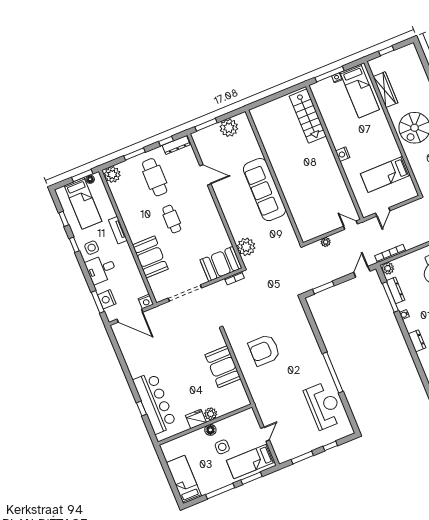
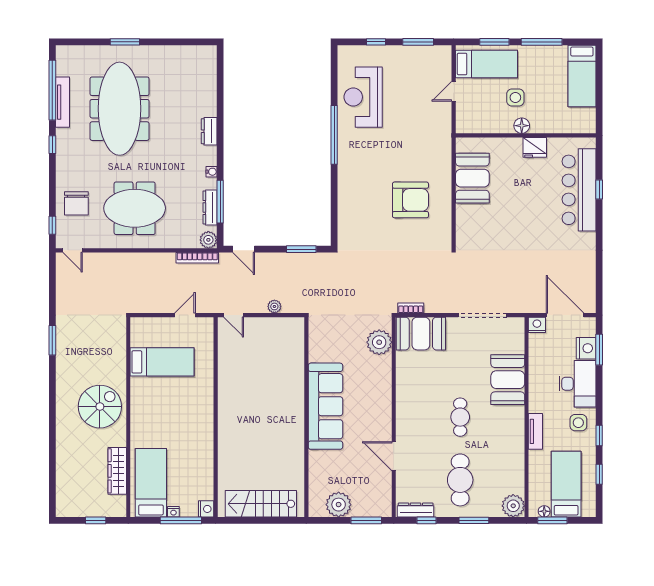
stairs: (308, 116) -> (261, 504), moved, turned -90
nightstand: (343, 154) -> (206, 509), moved
desk: (101, 269) -> (577, 384), width x1.37
door: (362, 272) -> (244, 249), hinge flipped
booth: (223, 367) -> (472, 178), moved
plant: (211, 414) -> (513, 146), removed

